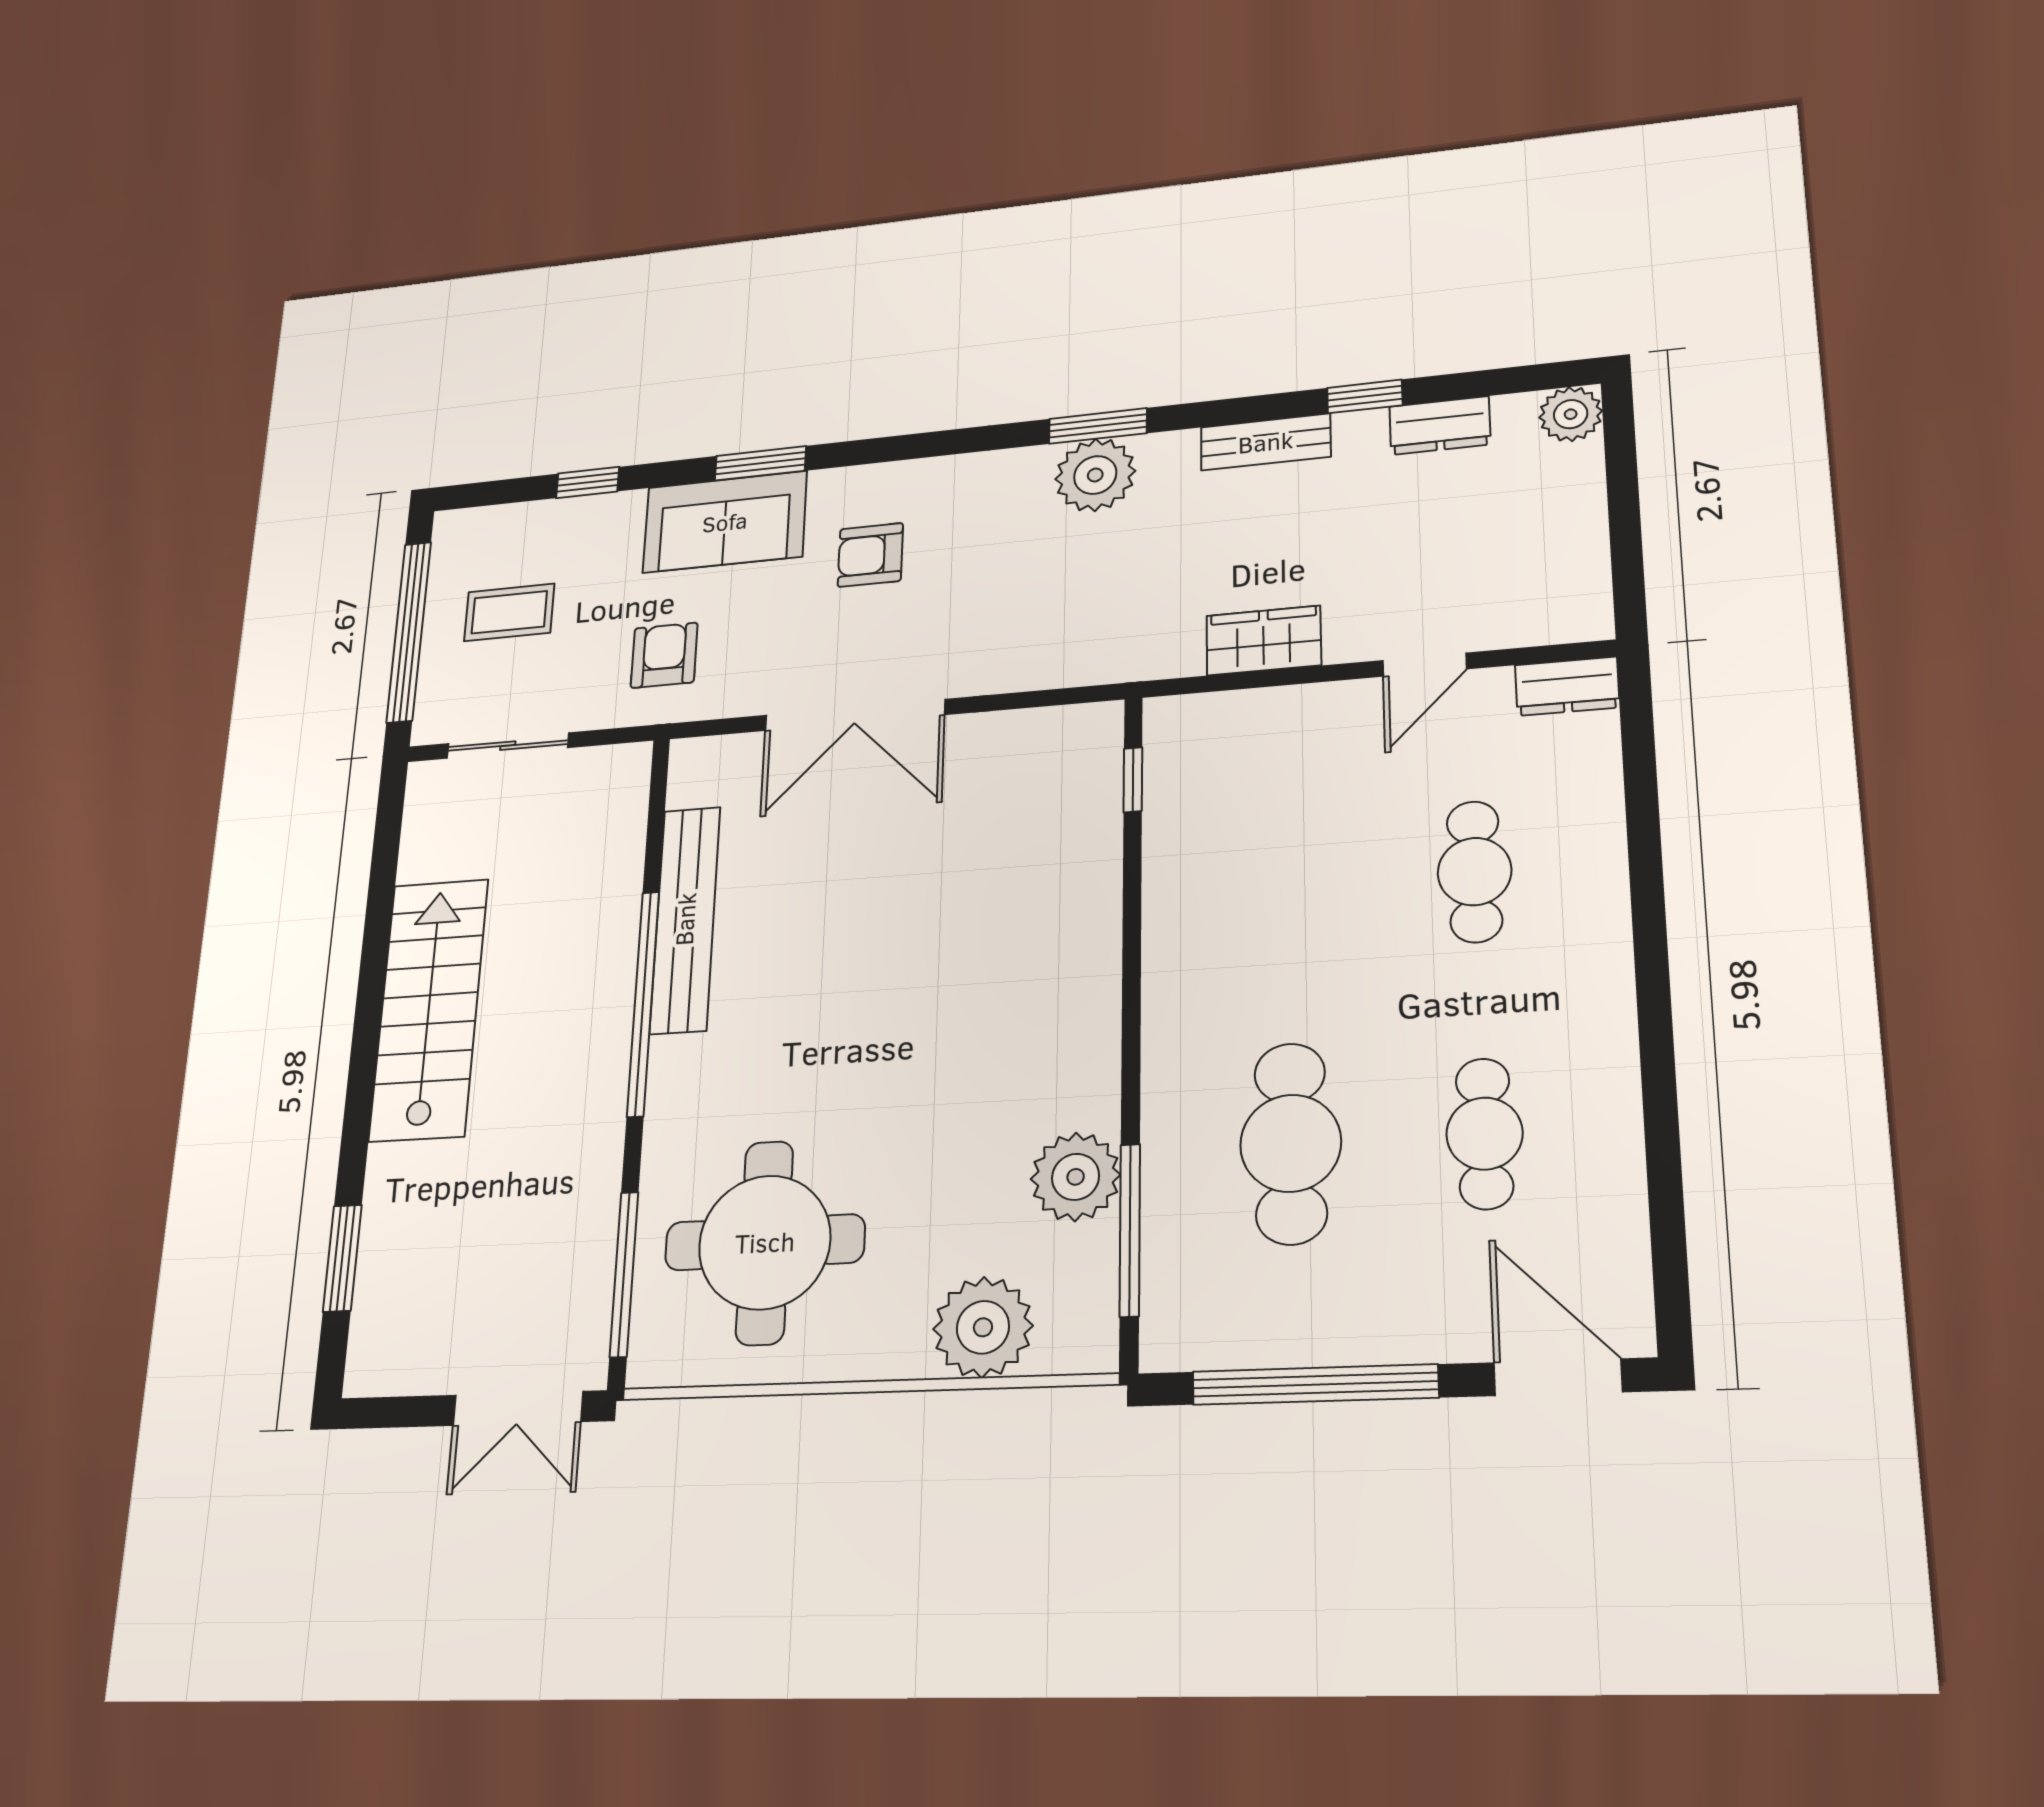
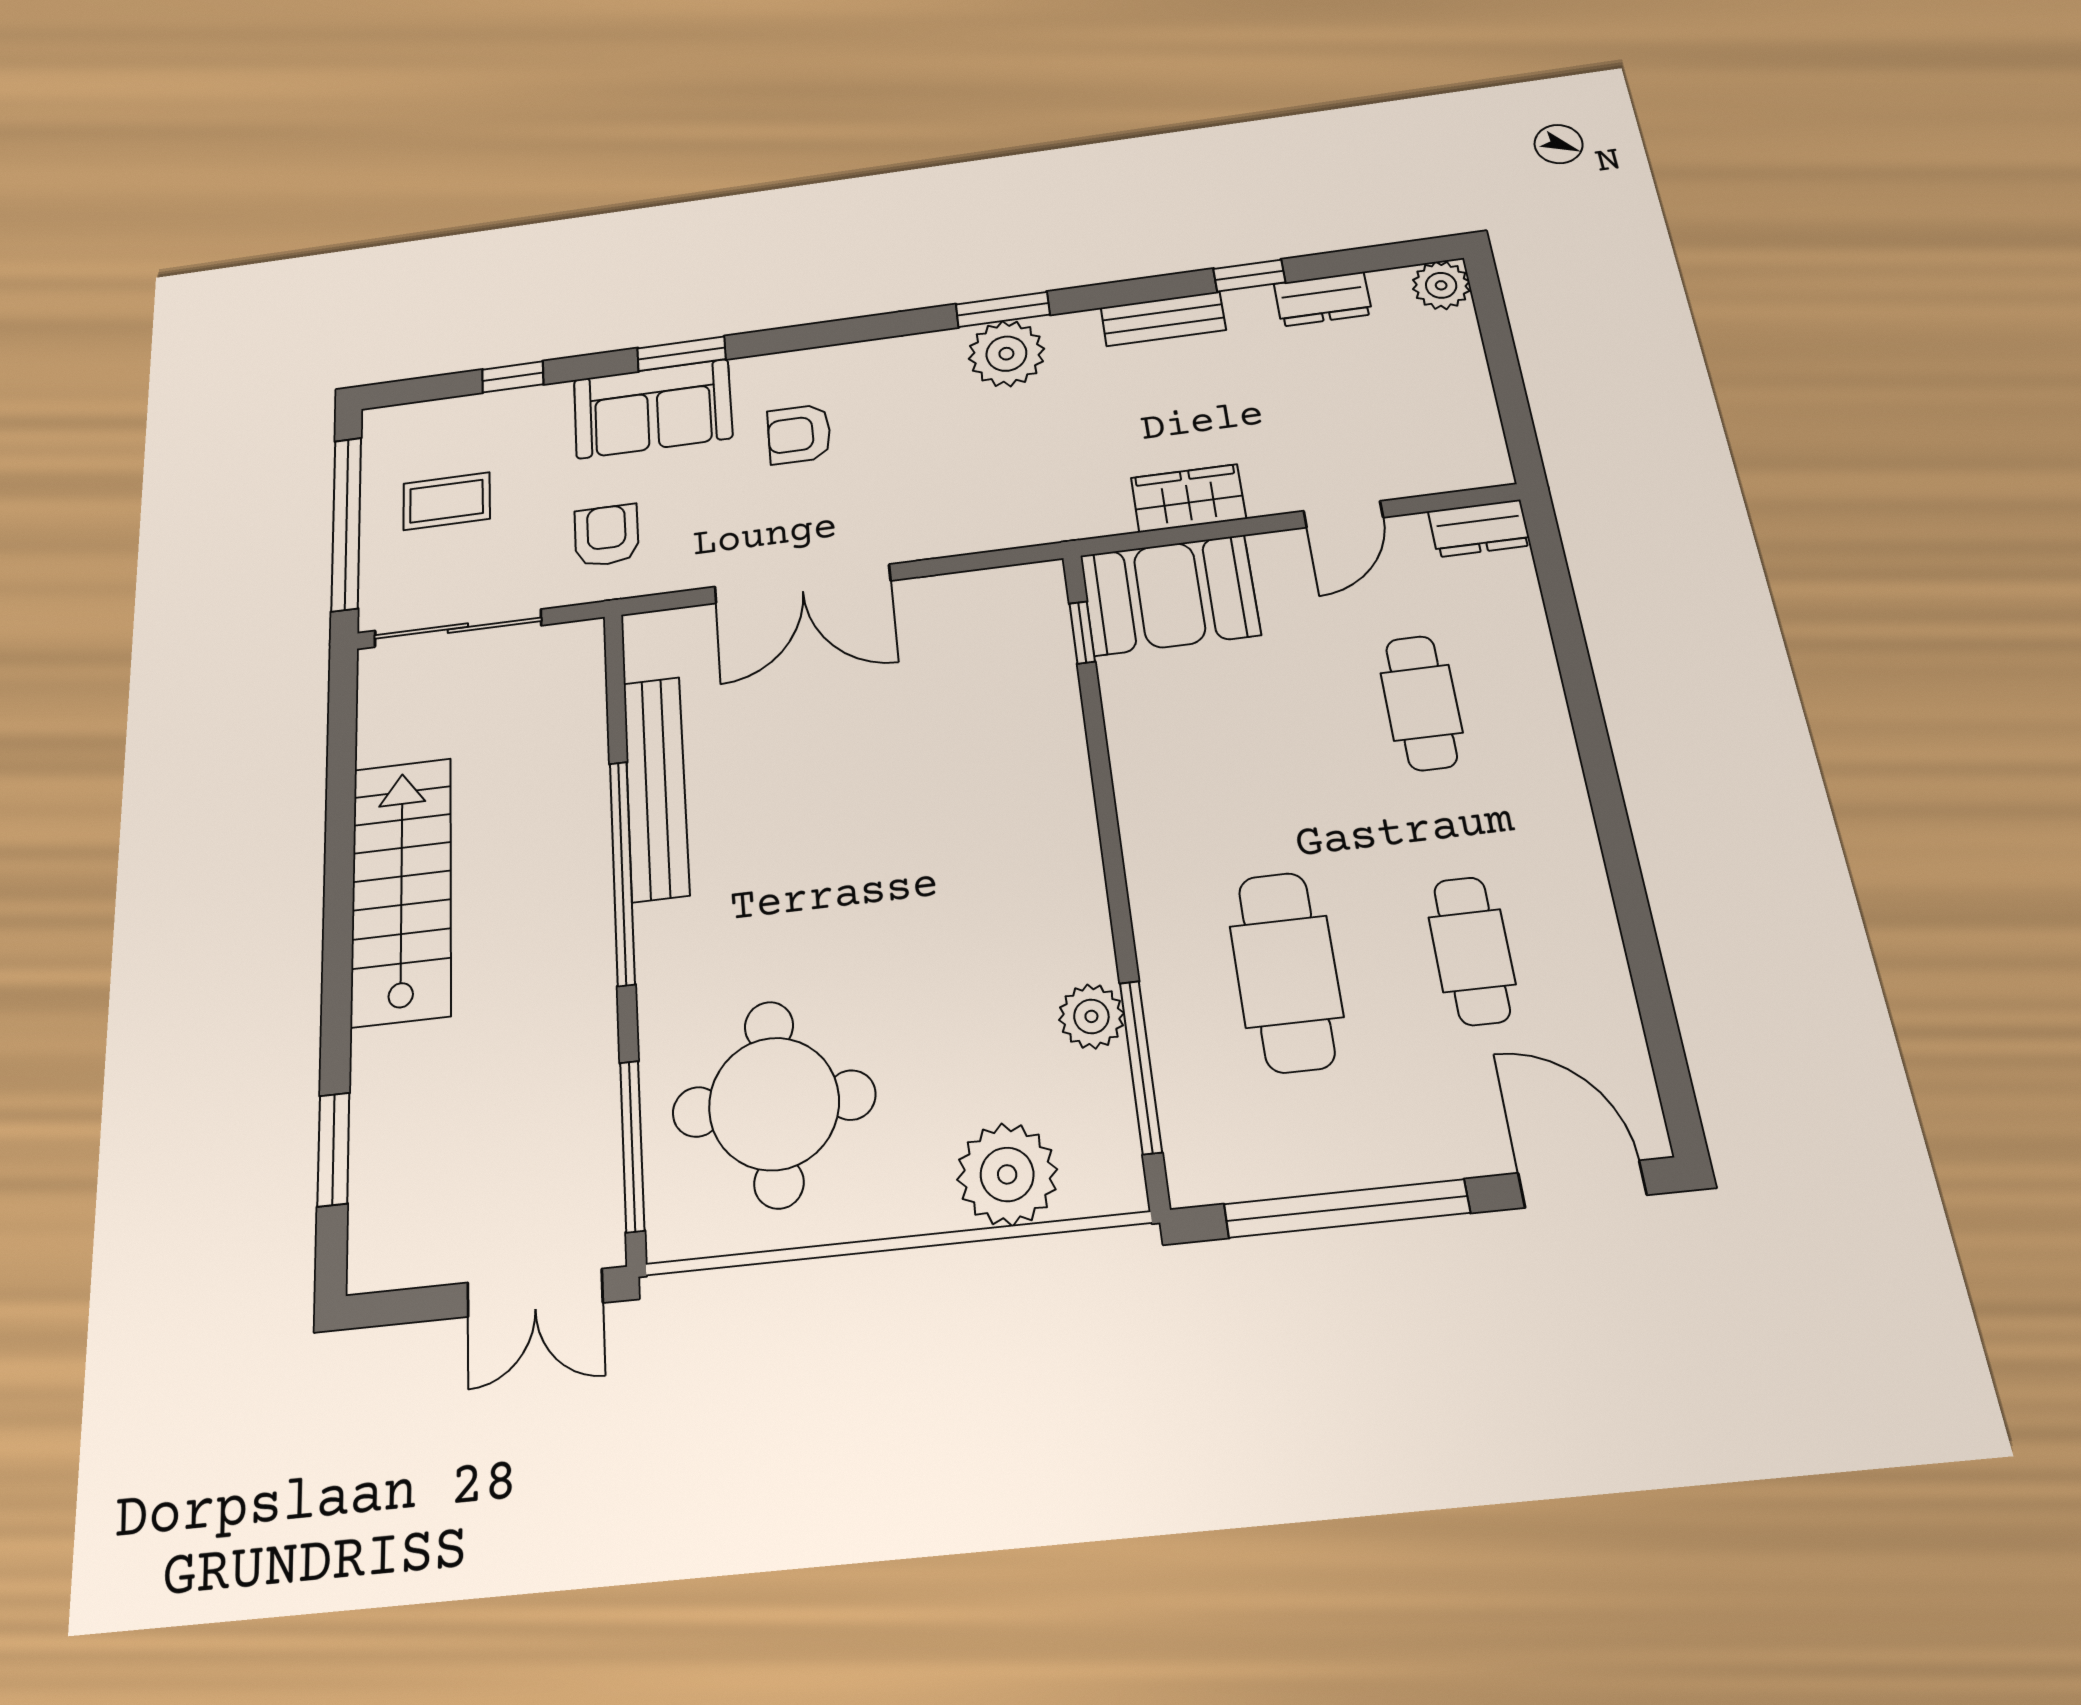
booth: (1229, 744) -> (1170, 595), added
sliding door: (508, 746) -> (458, 628), width x1.37
plant: (1076, 1177) -> (1091, 1016), width x0.73, depth x0.73

